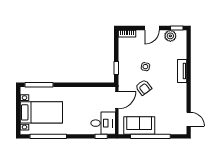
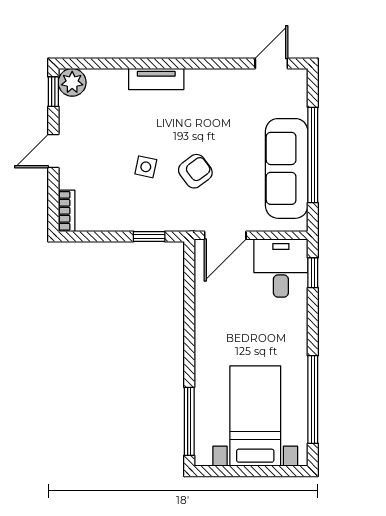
door: (152, 28) -> (53, 151), swing flipped
plant: (170, 36) -> (72, 82), moved
door: (117, 100) -> (225, 235), swing flipped
sofa: (139, 125) -> (287, 168), width x1.36

